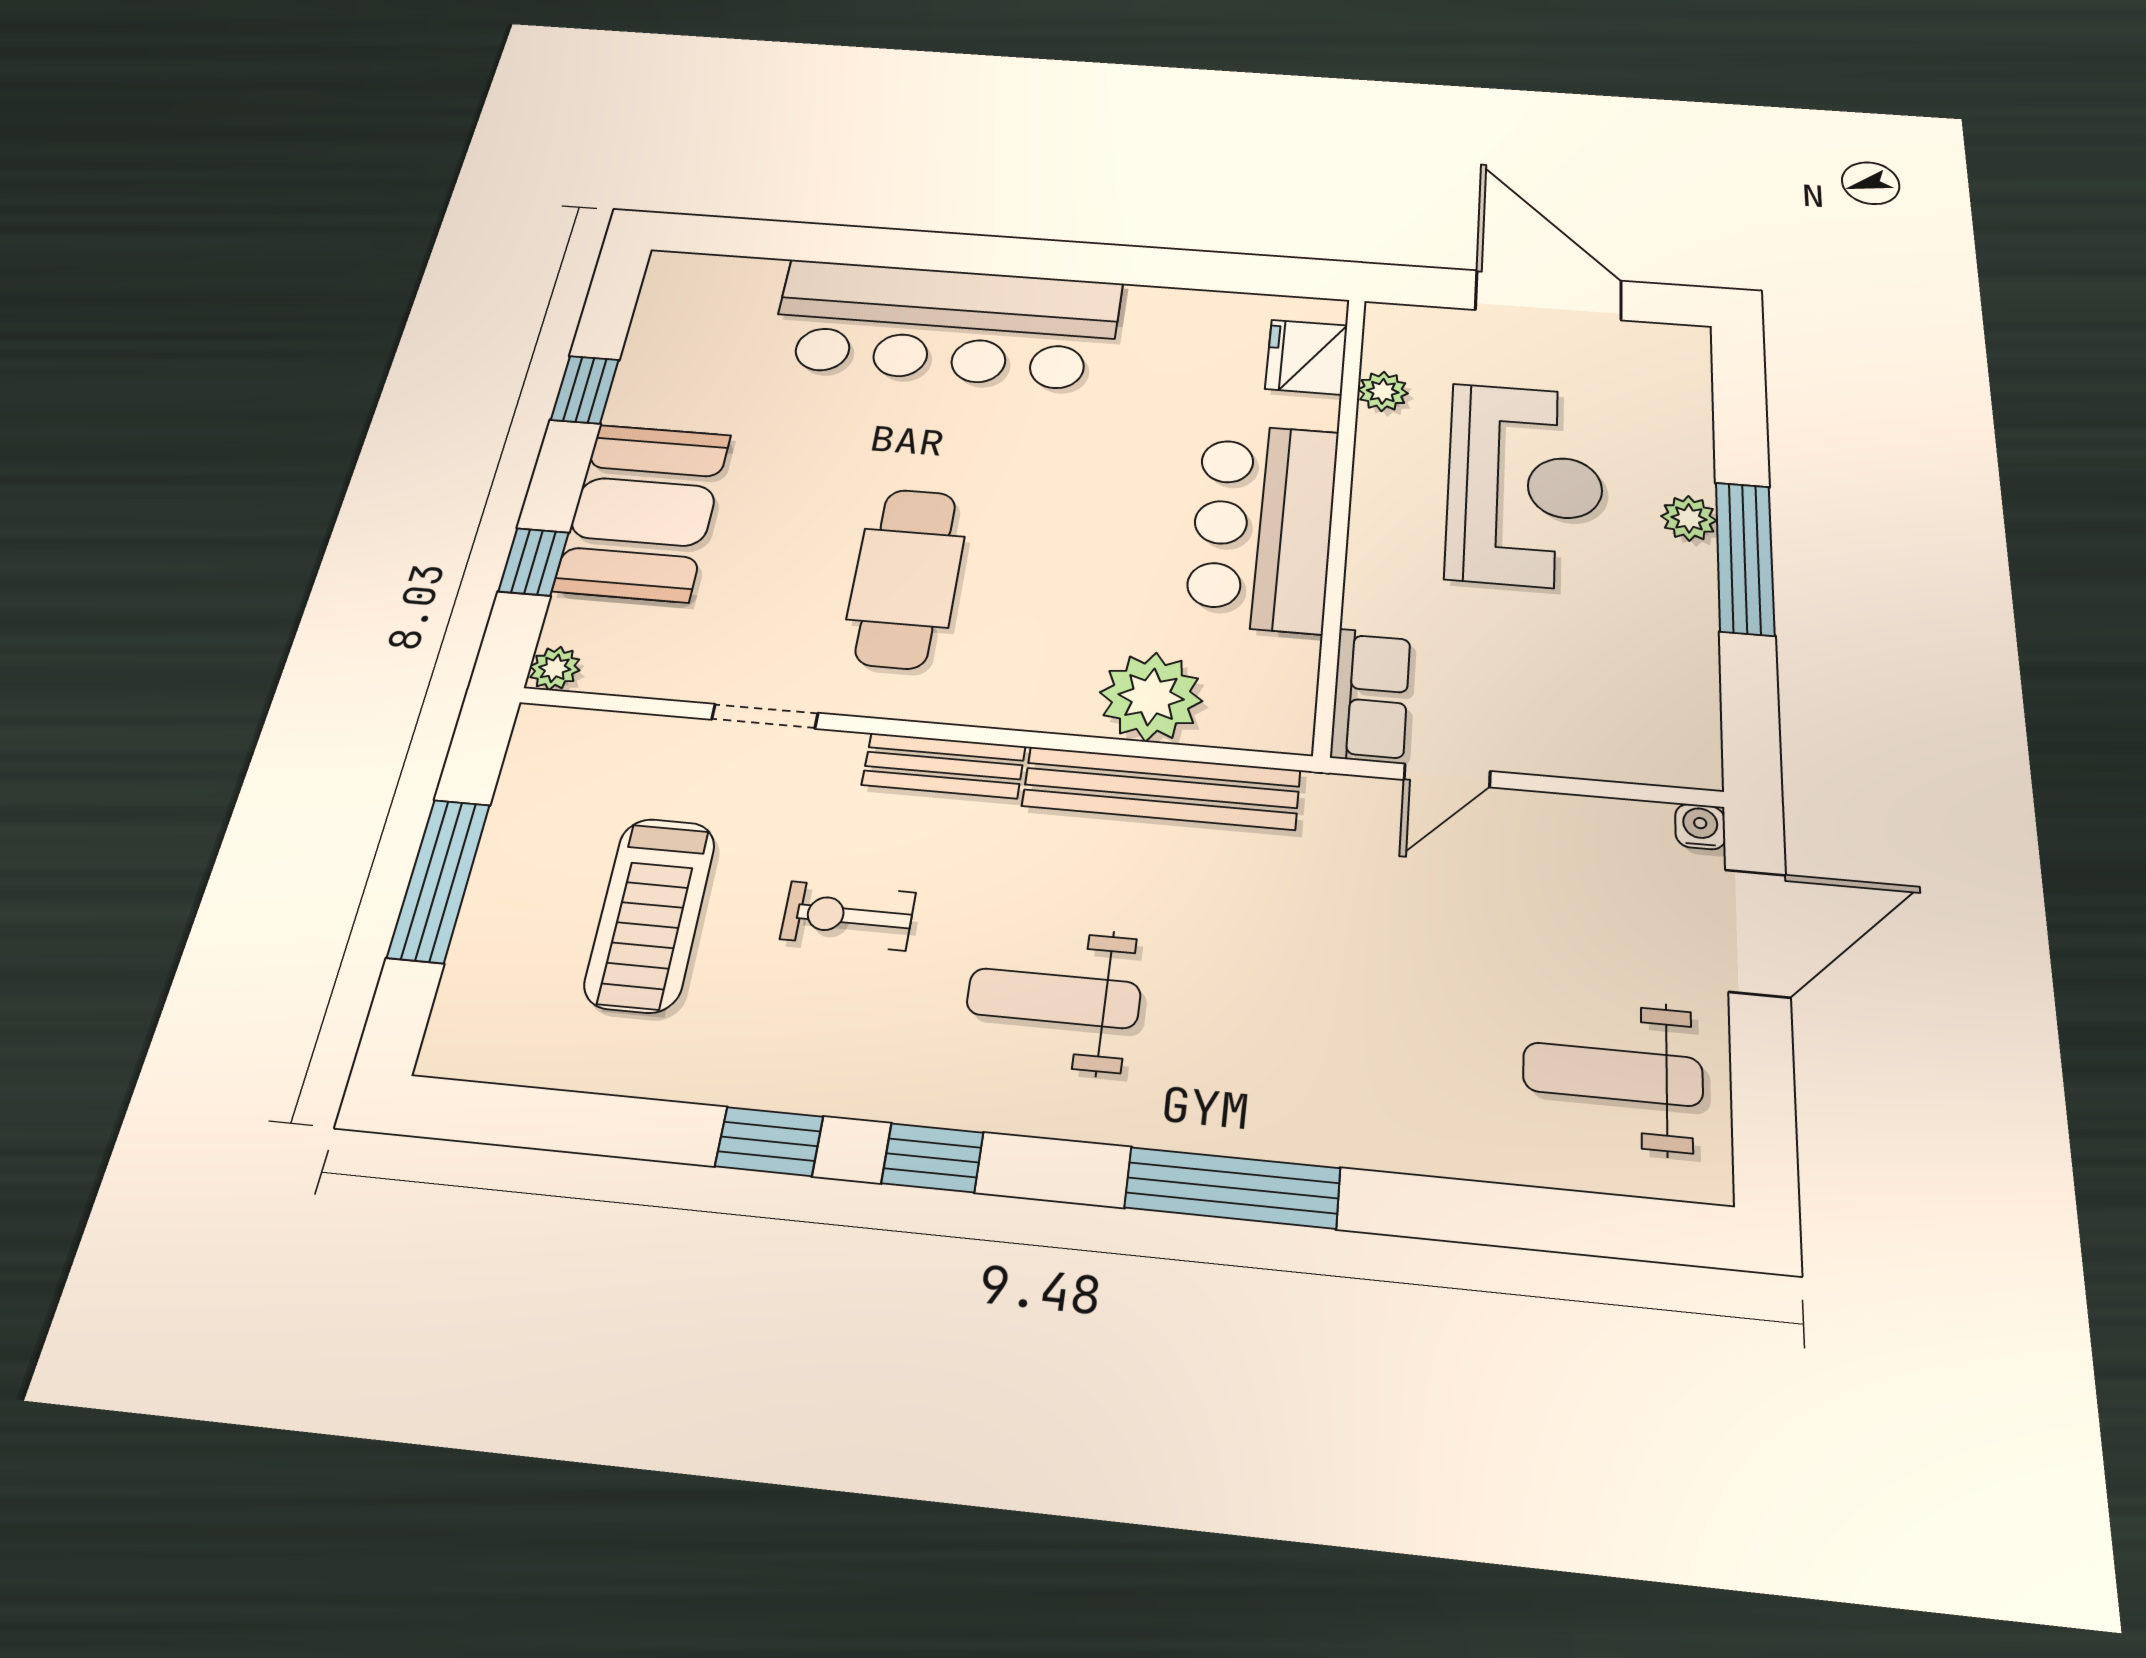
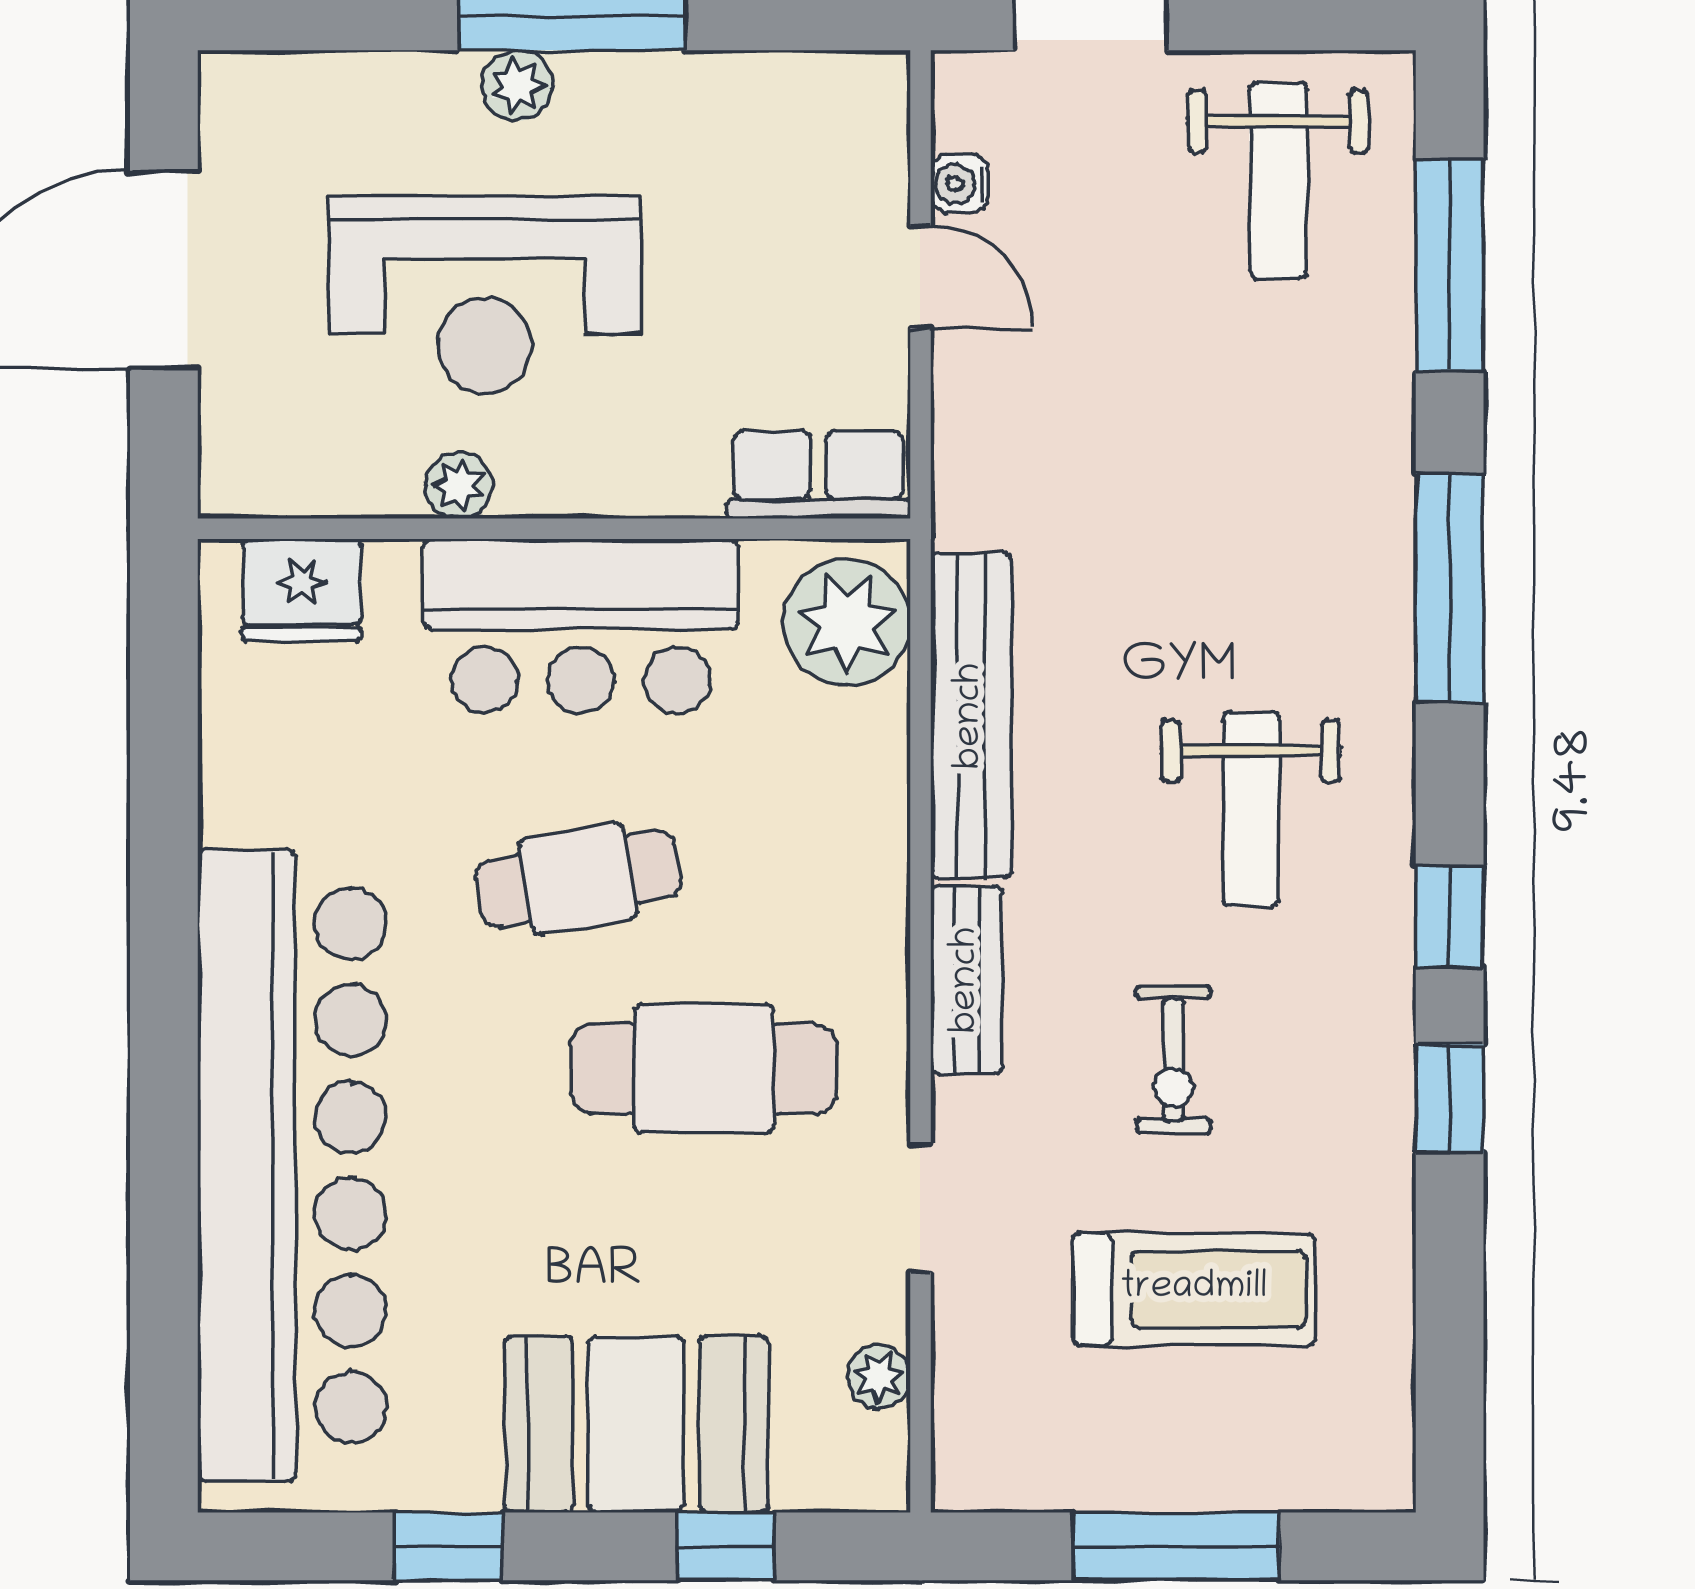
bar counter: (946, 325) -> (292, 1165), width x1.36
plant: (1383, 391) -> (459, 485), moved
reception desk: (1525, 485) -> (485, 294), turned 180
cafe table: (1067, 508) -> (578, 879), added
plant: (555, 668) -> (879, 1377), moved
plant: (1151, 697) -> (847, 622), moved
door: (1447, 775) -> (920, 277), moved
water cooler: (1700, 827) -> (959, 184), moved
window: (1533, 1218) -> (1450, 265), added

